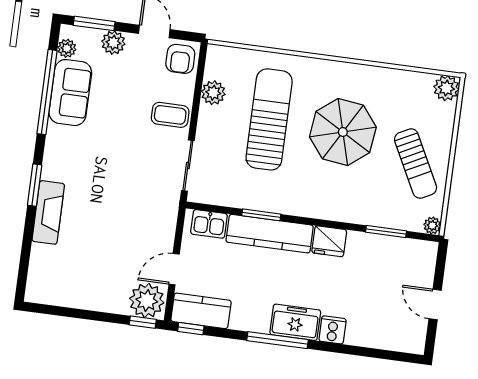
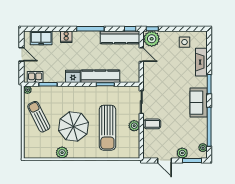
armchair: (180, 59) -> (151, 150), removed
plant: (446, 88) -> (62, 153), moved
sofa: (70, 93) -> (199, 103), moved
plant: (213, 93) -> (134, 126), moved
fireplace: (48, 212) -> (201, 62), moved
kitchen sink: (209, 224) -> (35, 77), moved
door: (174, 269) -> (141, 55), hinge flipped
side table: (76, 284) -> (185, 42), added
kitchen counter: (201, 311) -> (120, 37), width x1.50
freezer: (295, 322) -> (41, 38), moved

